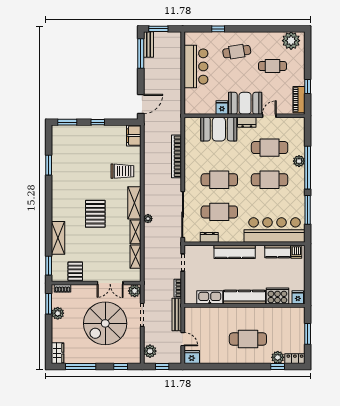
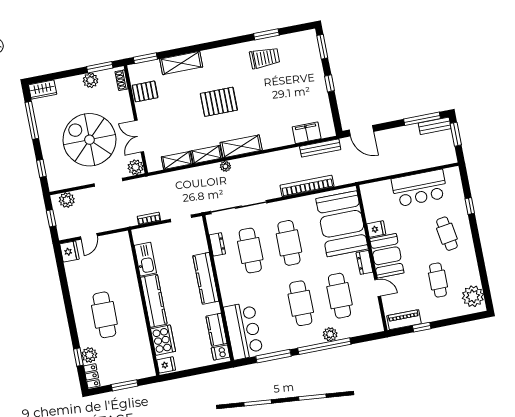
booth: (219, 129) -> (342, 224), width x1.36, depth x1.42
filing cabinet: (134, 136) -> (307, 133), moved
trolley: (122, 171) -> (265, 58), moved, turned -90
bar counter: (275, 230) -> (243, 331), width x0.73
bench: (177, 314) -> (320, 148), moved

